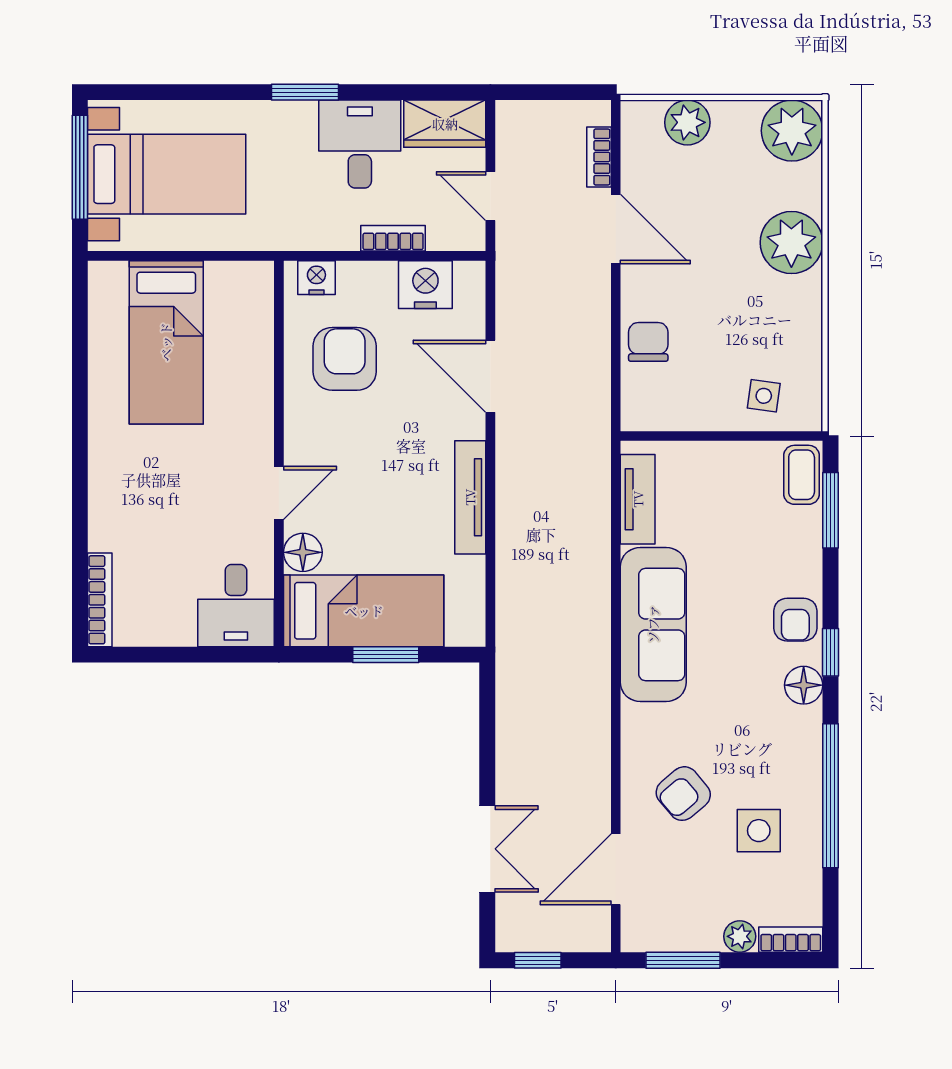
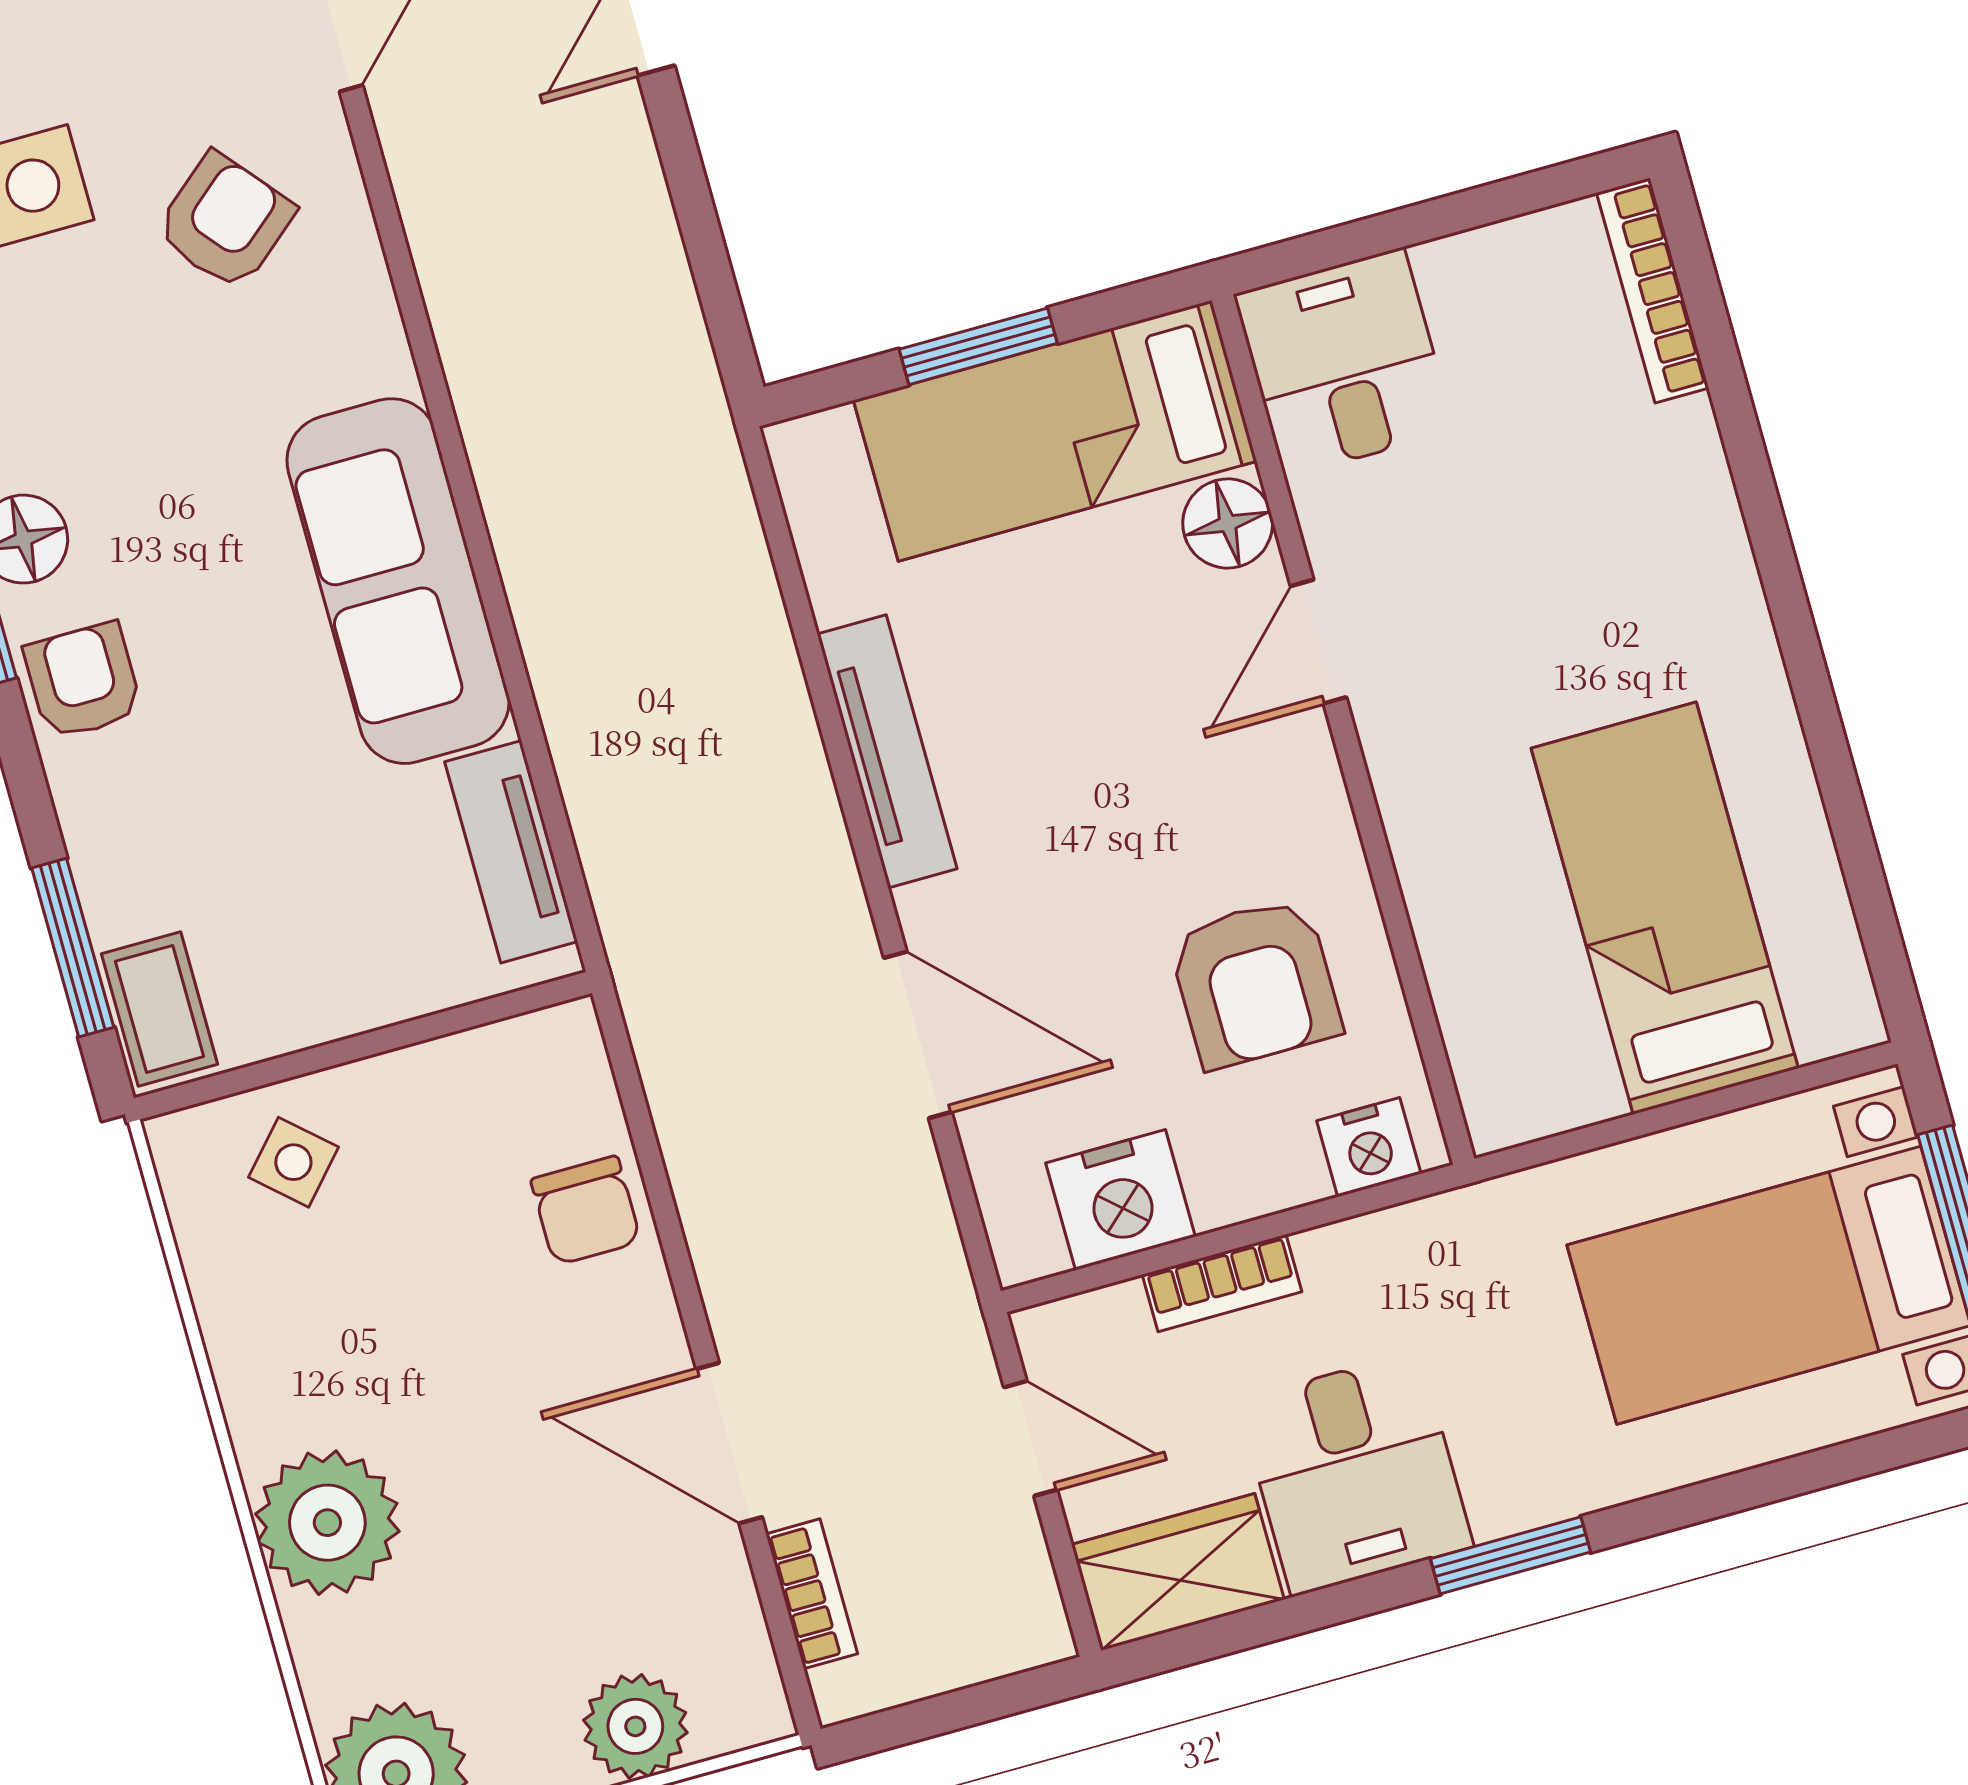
side table: (764, 396) -> (293, 1162), turned 34

